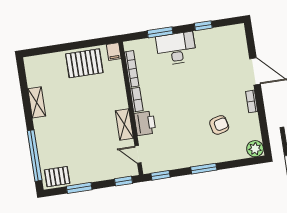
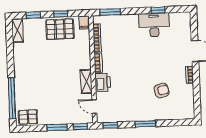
window: (160, 32) -> (110, 12), moved
window: (83, 44) -> (61, 14), added
desk: (176, 48) -> (154, 25), moved
window: (50, 49) -> (33, 15), added
shelving: (37, 102) -> (17, 31), moved
plant: (255, 149) -> (188, 113), removed
window: (79, 188) -> (57, 127), moved

